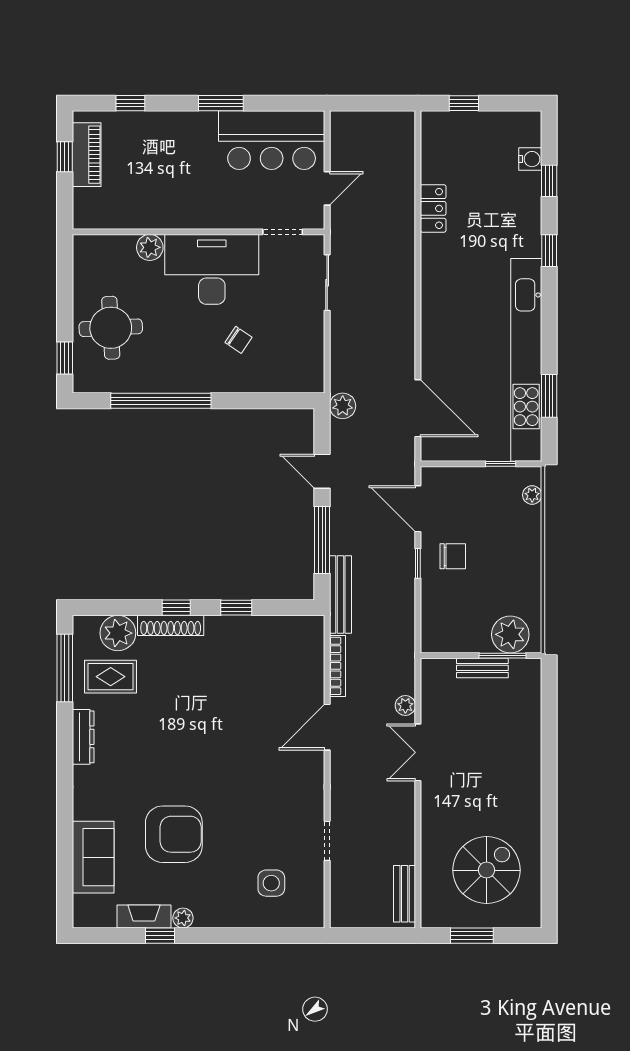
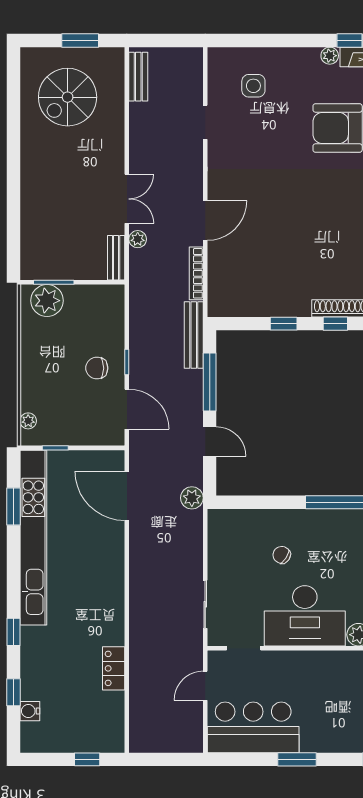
bench: (482, 668) -> (116, 258), moved, turned 90

